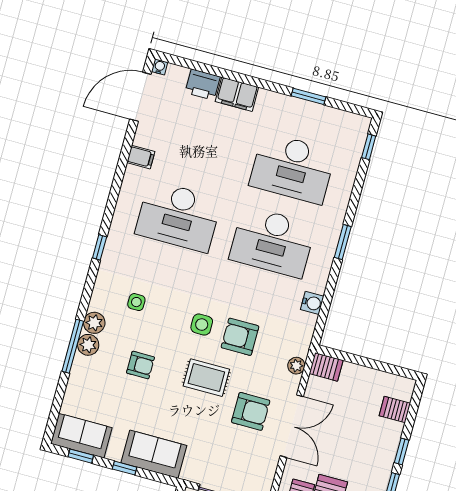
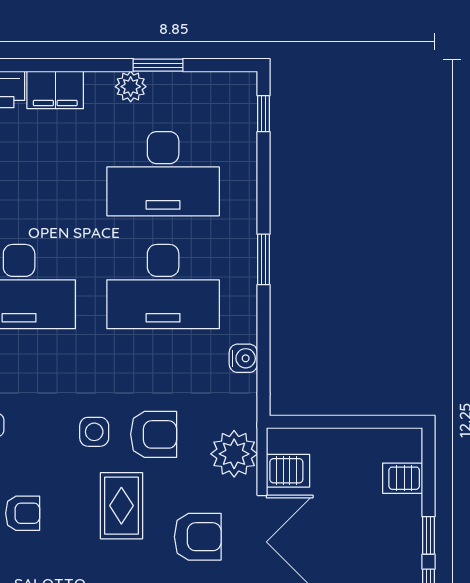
plant: (287, 105) -> (131, 87), added
armchair: (240, 337) -> (154, 434), turned 180
plant: (296, 366) -> (234, 454), width x1.87, depth x1.87
server rack: (326, 367) -> (288, 471), moved
rug: (206, 378) -> (121, 506), turned 90

